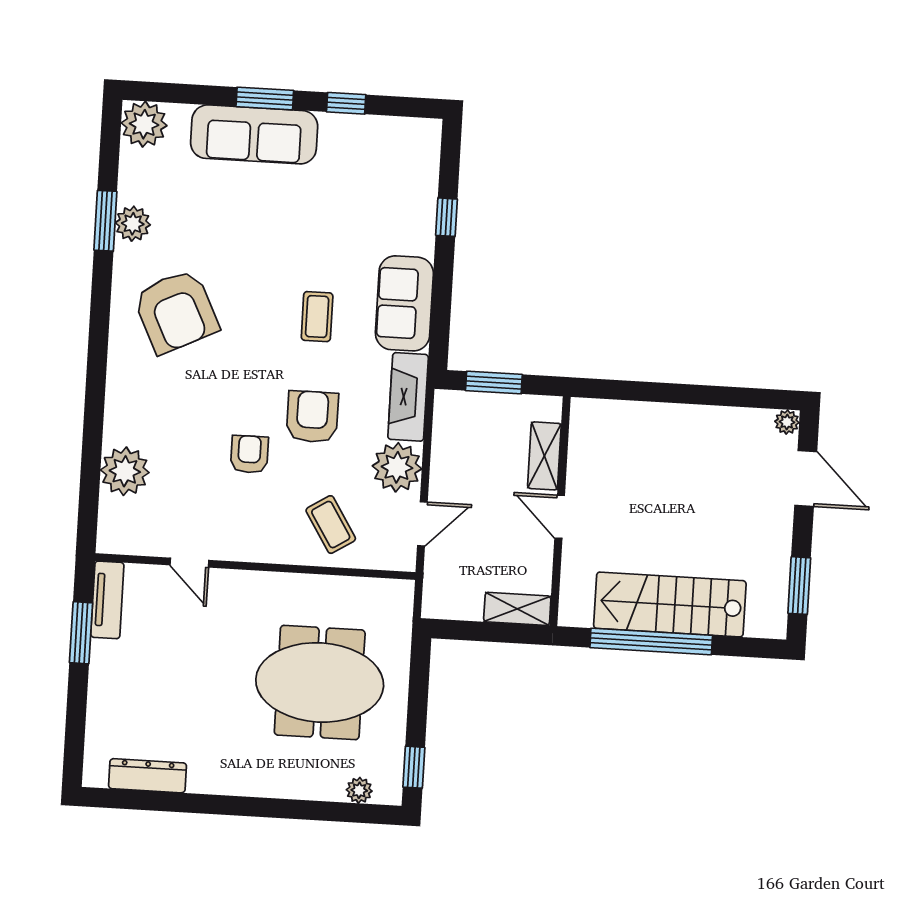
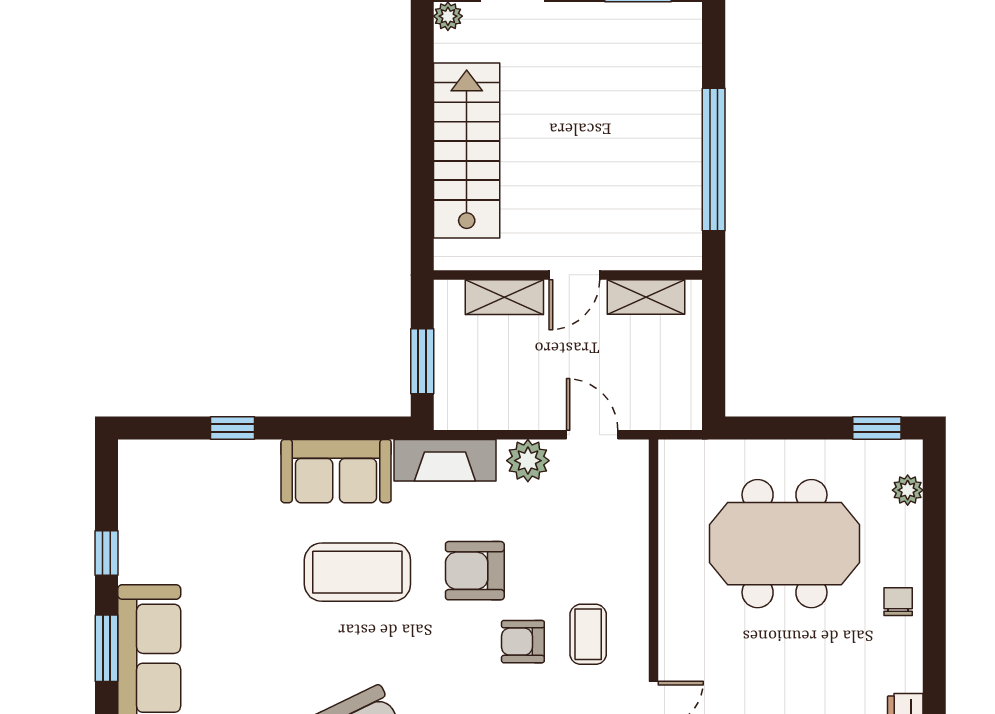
coffee table: (317, 317) -> (357, 572), width x1.86, depth x1.72
plant: (397, 467) -> (528, 461), width x0.73, depth x0.73
coffee table: (331, 525) -> (588, 634), moved, turned -58
stairs: (670, 605) -> (467, 151), moved, turned 180
shelving: (517, 609) -> (646, 297), moved, turned 90
meeting table: (320, 682) -> (784, 544), turned 90
chair: (264, 777) -> (898, 602), added

